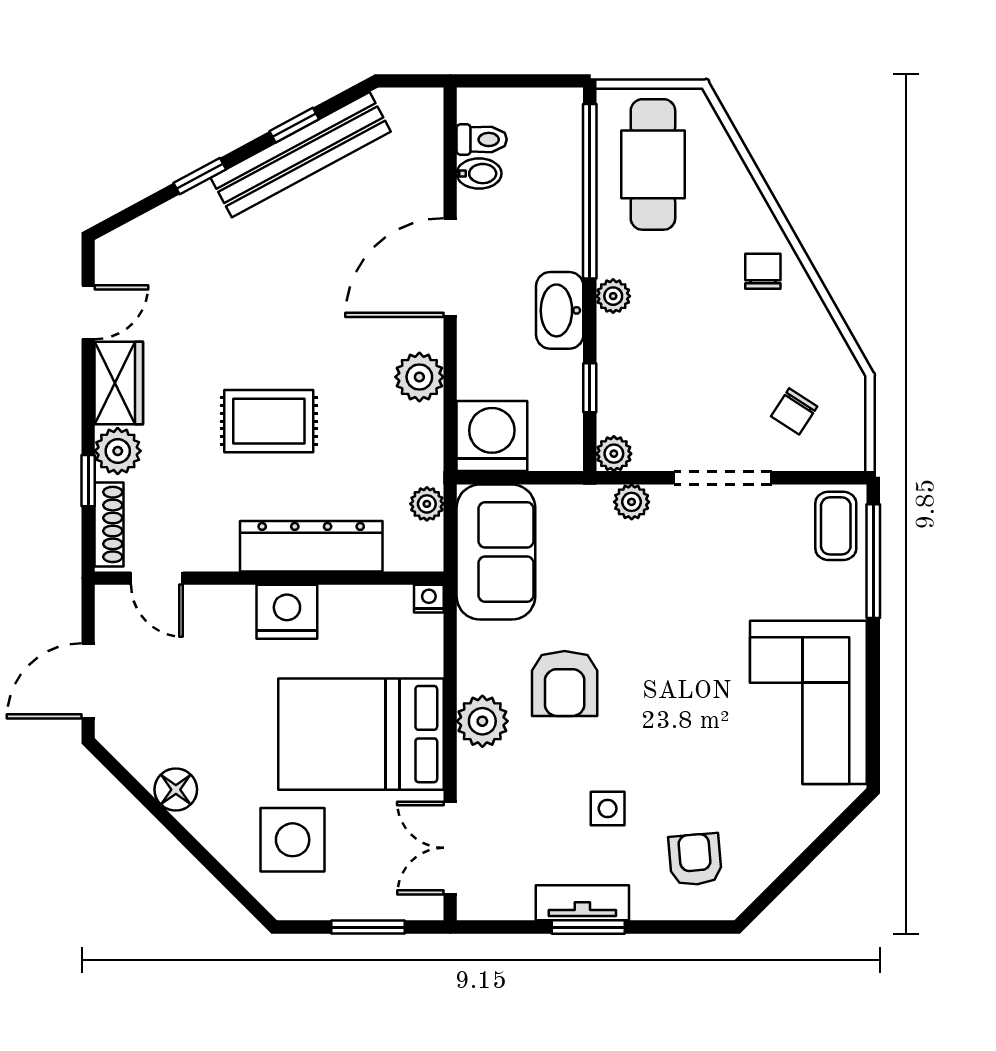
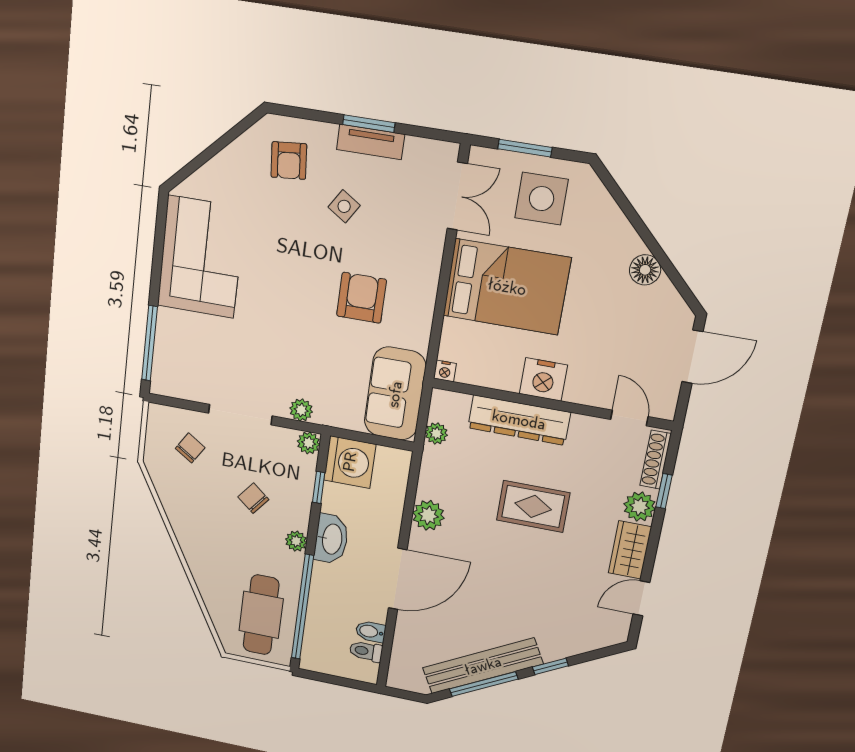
window: (294, 125) -> (484, 684), width x2.17
chair: (763, 271) -> (253, 498), moved, turned 129
washing machine: (492, 436) -> (350, 462), moved, turned -90
coffee table: (836, 526) -> (171, 370), removed
plant: (482, 721) -> (421, 281), removed
side table: (608, 809) -> (344, 206), turned 33
side table: (293, 840) -> (542, 199), moved

